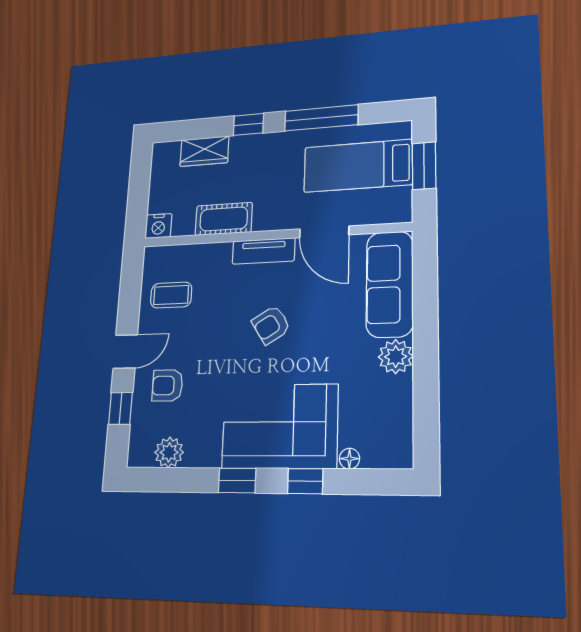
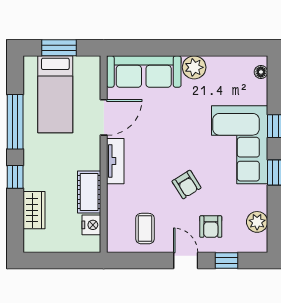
nightstand: (158, 226) -> (91, 225), moved
armchair: (271, 325) -> (187, 185), moved
floor lamp: (349, 459) -> (261, 72), moved

